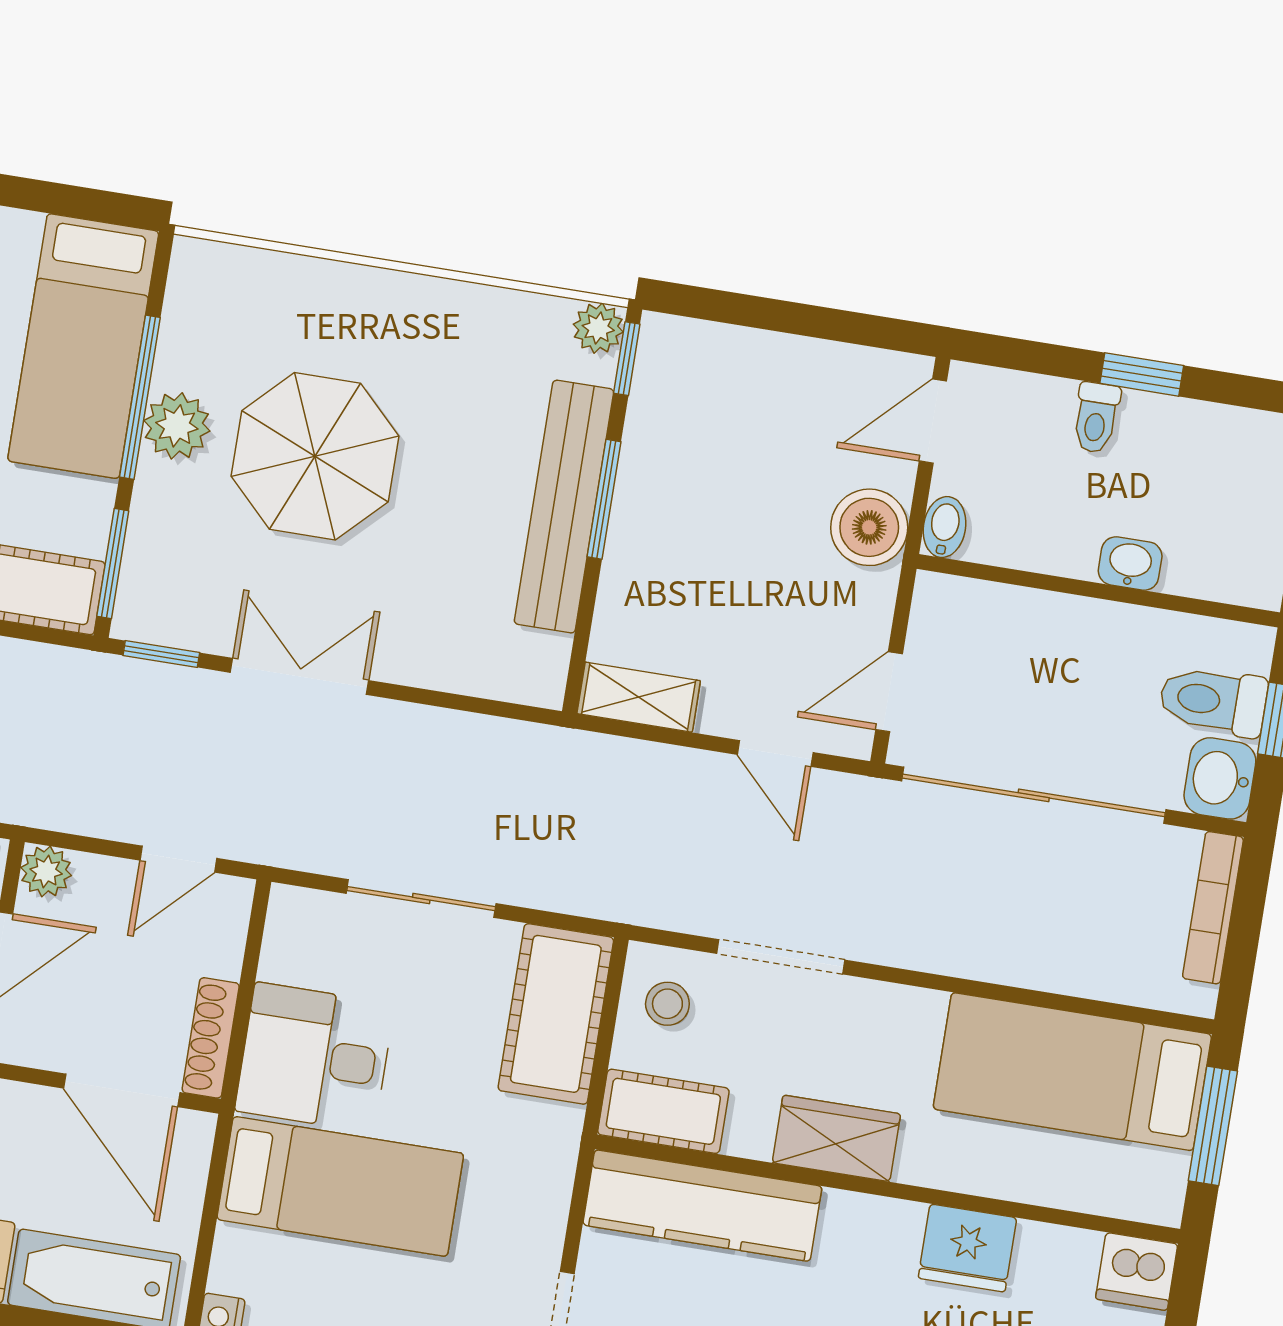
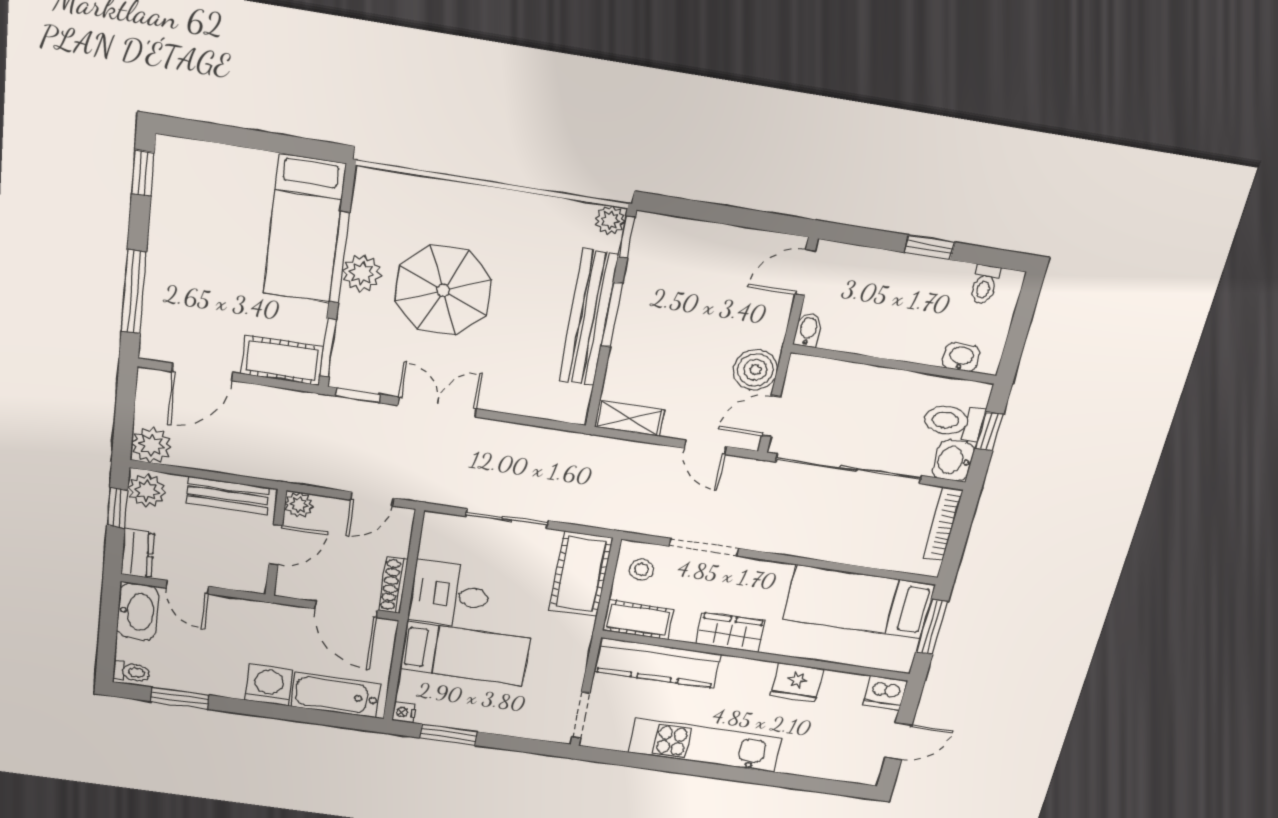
toilet: (1096, 418) -> (985, 284), moved
boiler: (869, 527) -> (755, 370), moved
washbasin: (1130, 563) -> (961, 357), moved

